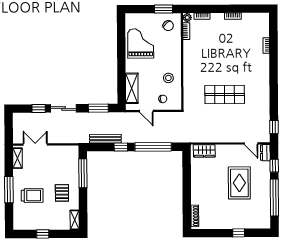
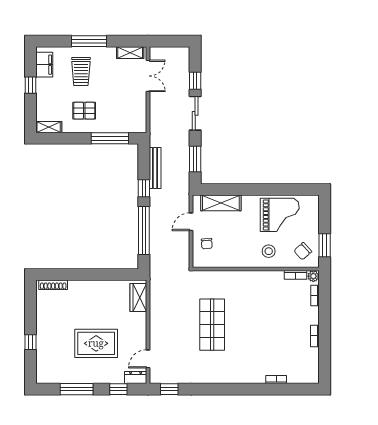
stool: (168, 78) -> (269, 251), moved
window: (274, 198) -> (77, 389), width x0.68
filing cabinet: (27, 224) -> (44, 65), added

